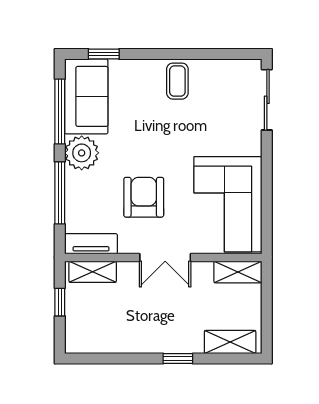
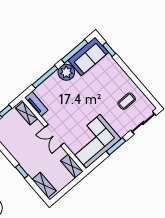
coffee table: (177, 81) -> (127, 101), moved
window: (267, 175) -> (116, 146), added
armchair: (144, 197) -> (70, 109), removed

